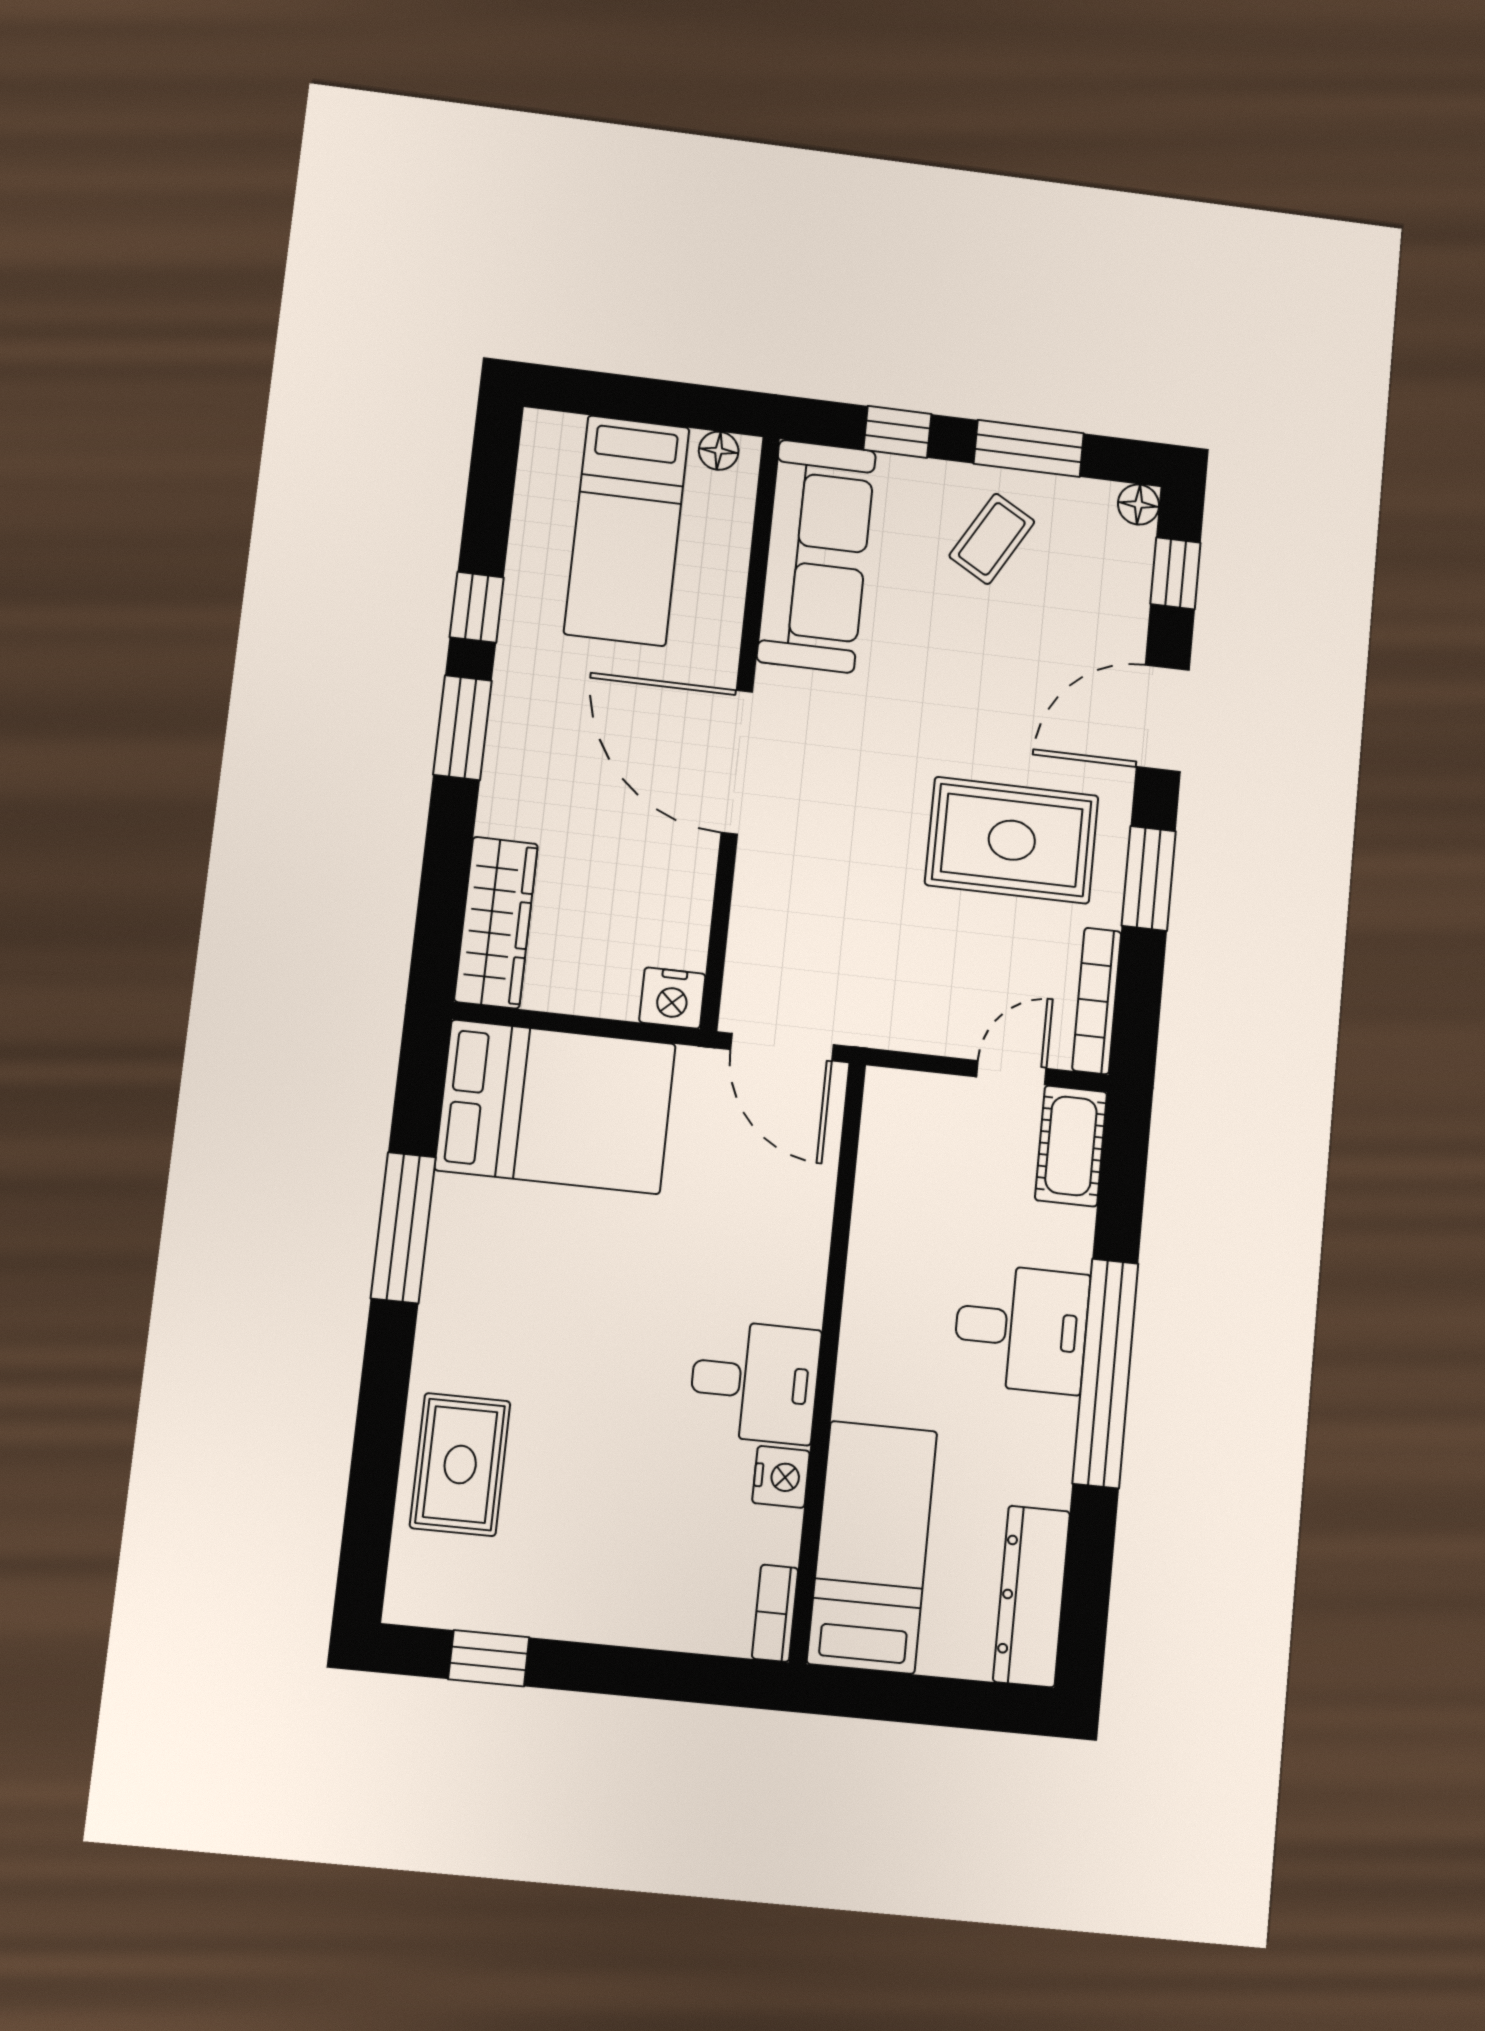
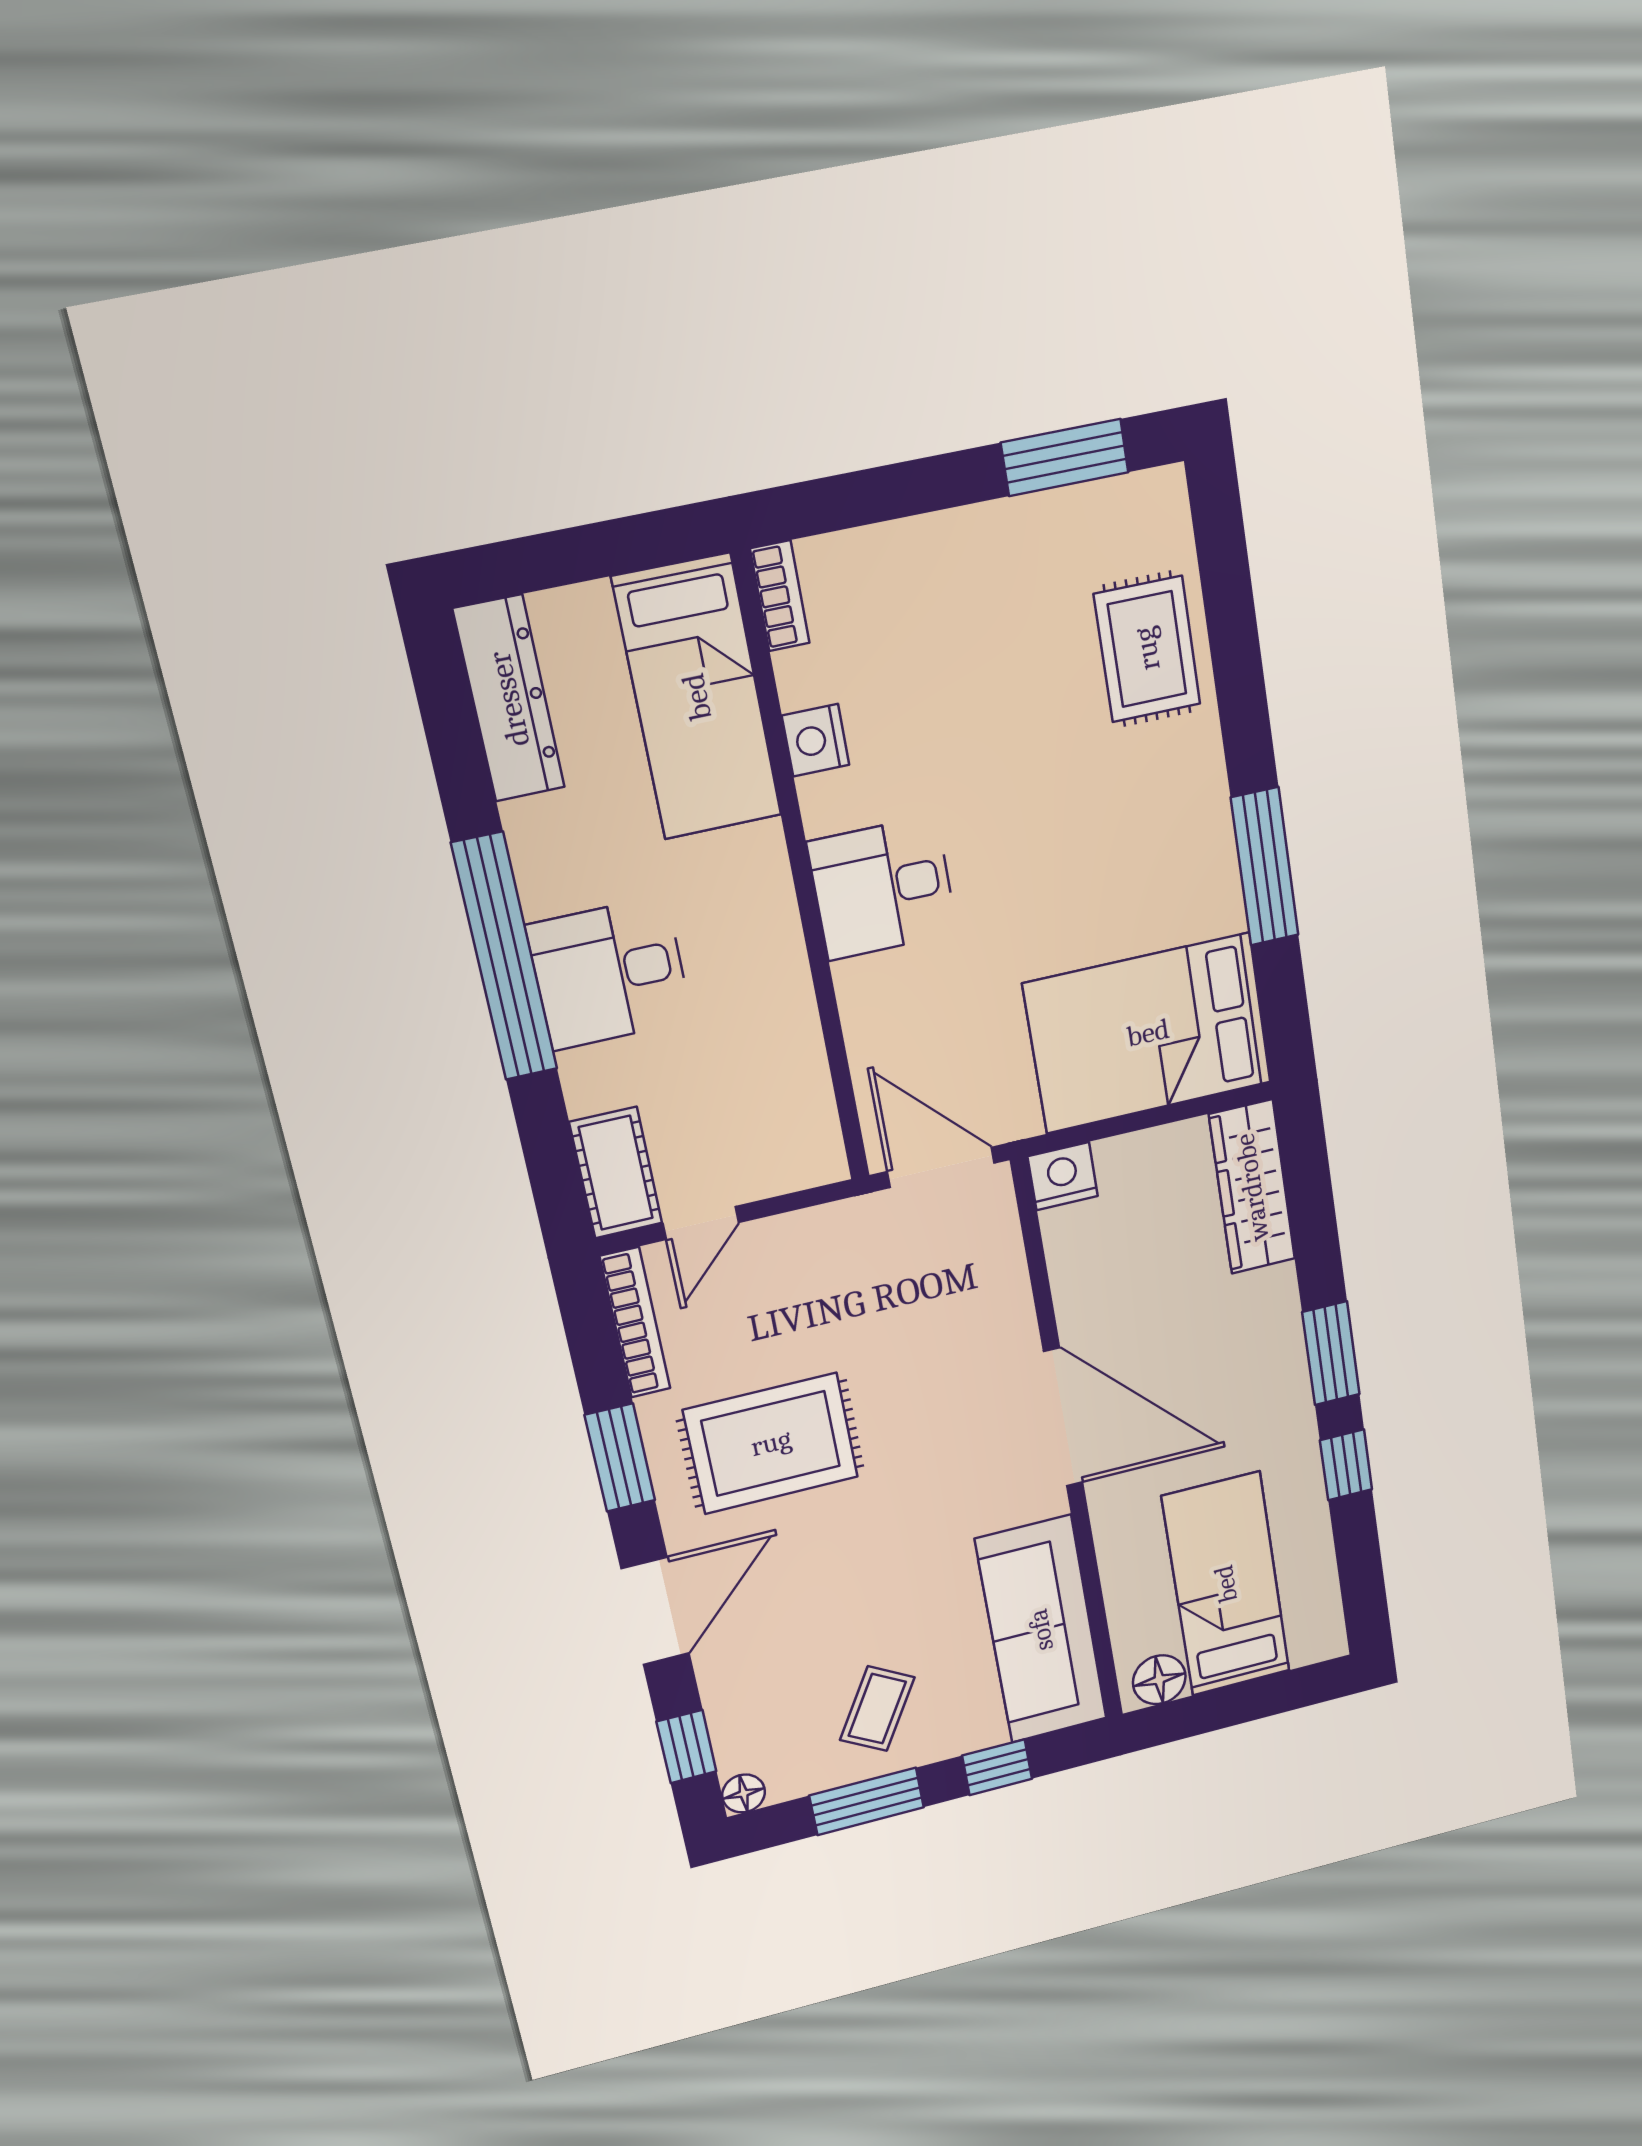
floor lamp: (719, 451) -> (1159, 1680), width x1.37, depth x1.37
desk: (755, 1382) -> (882, 888), moved
window: (489, 1658) -> (1065, 457), width x1.50

